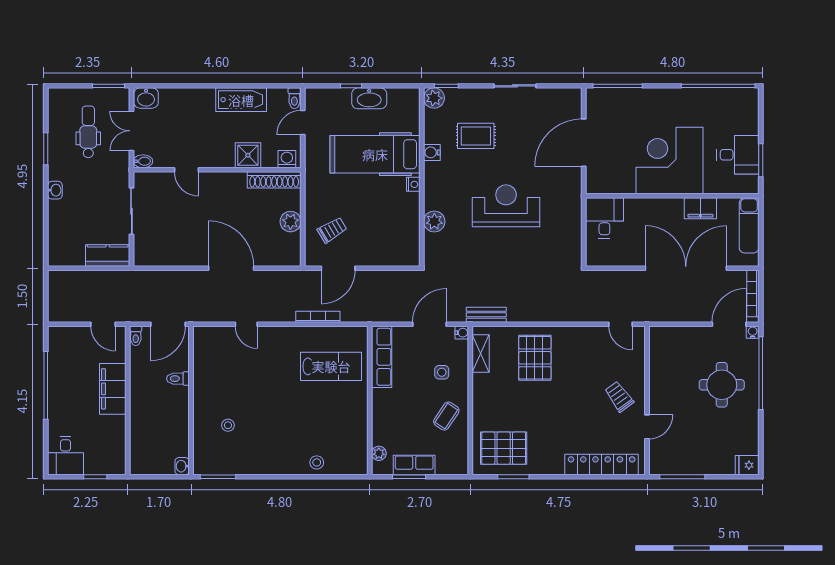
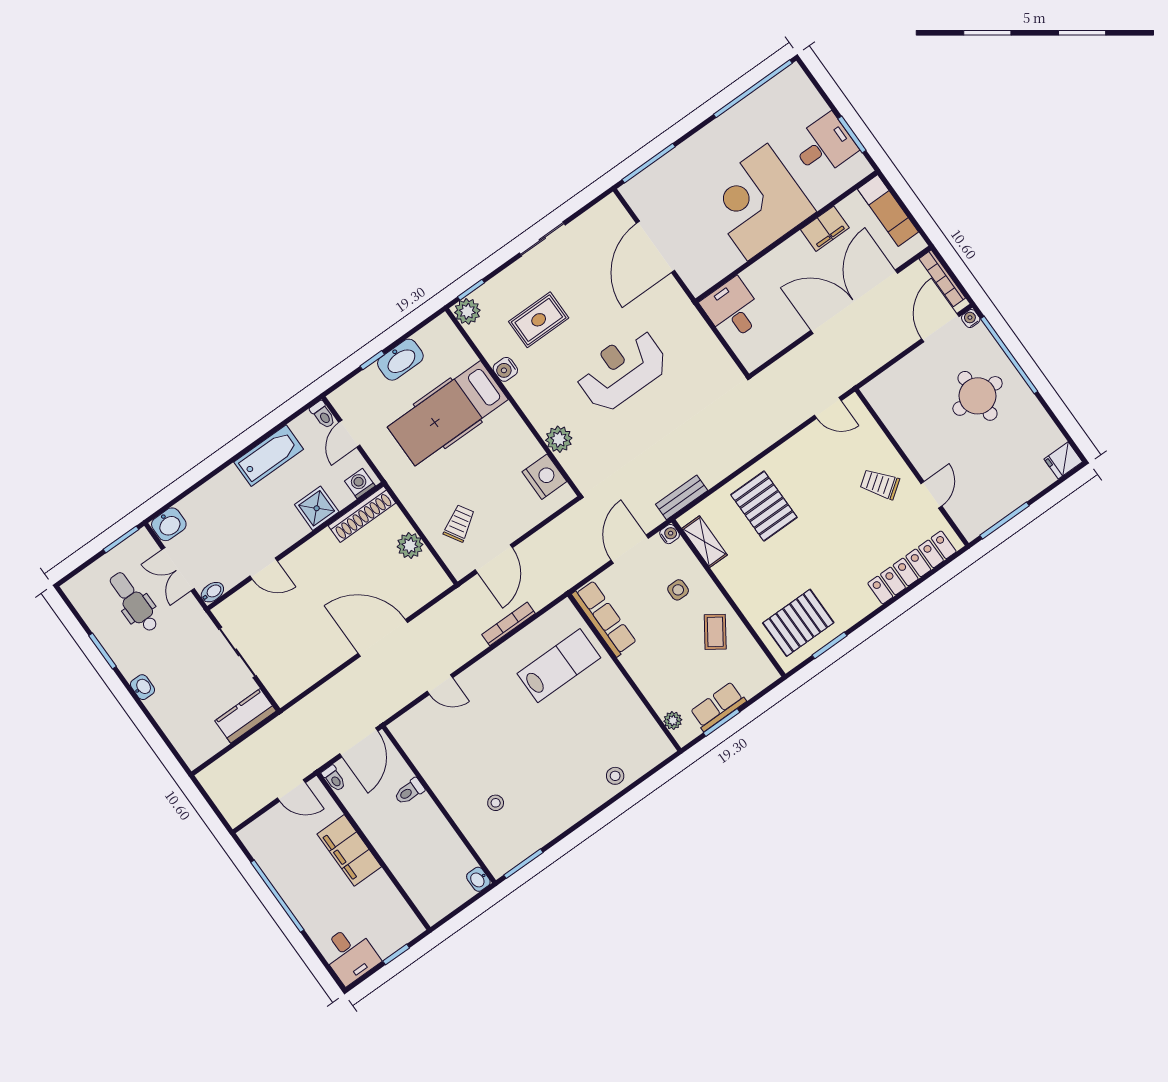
nightstand: (413, 184) -> (544, 477), moved, width x1.89, depth x1.79

